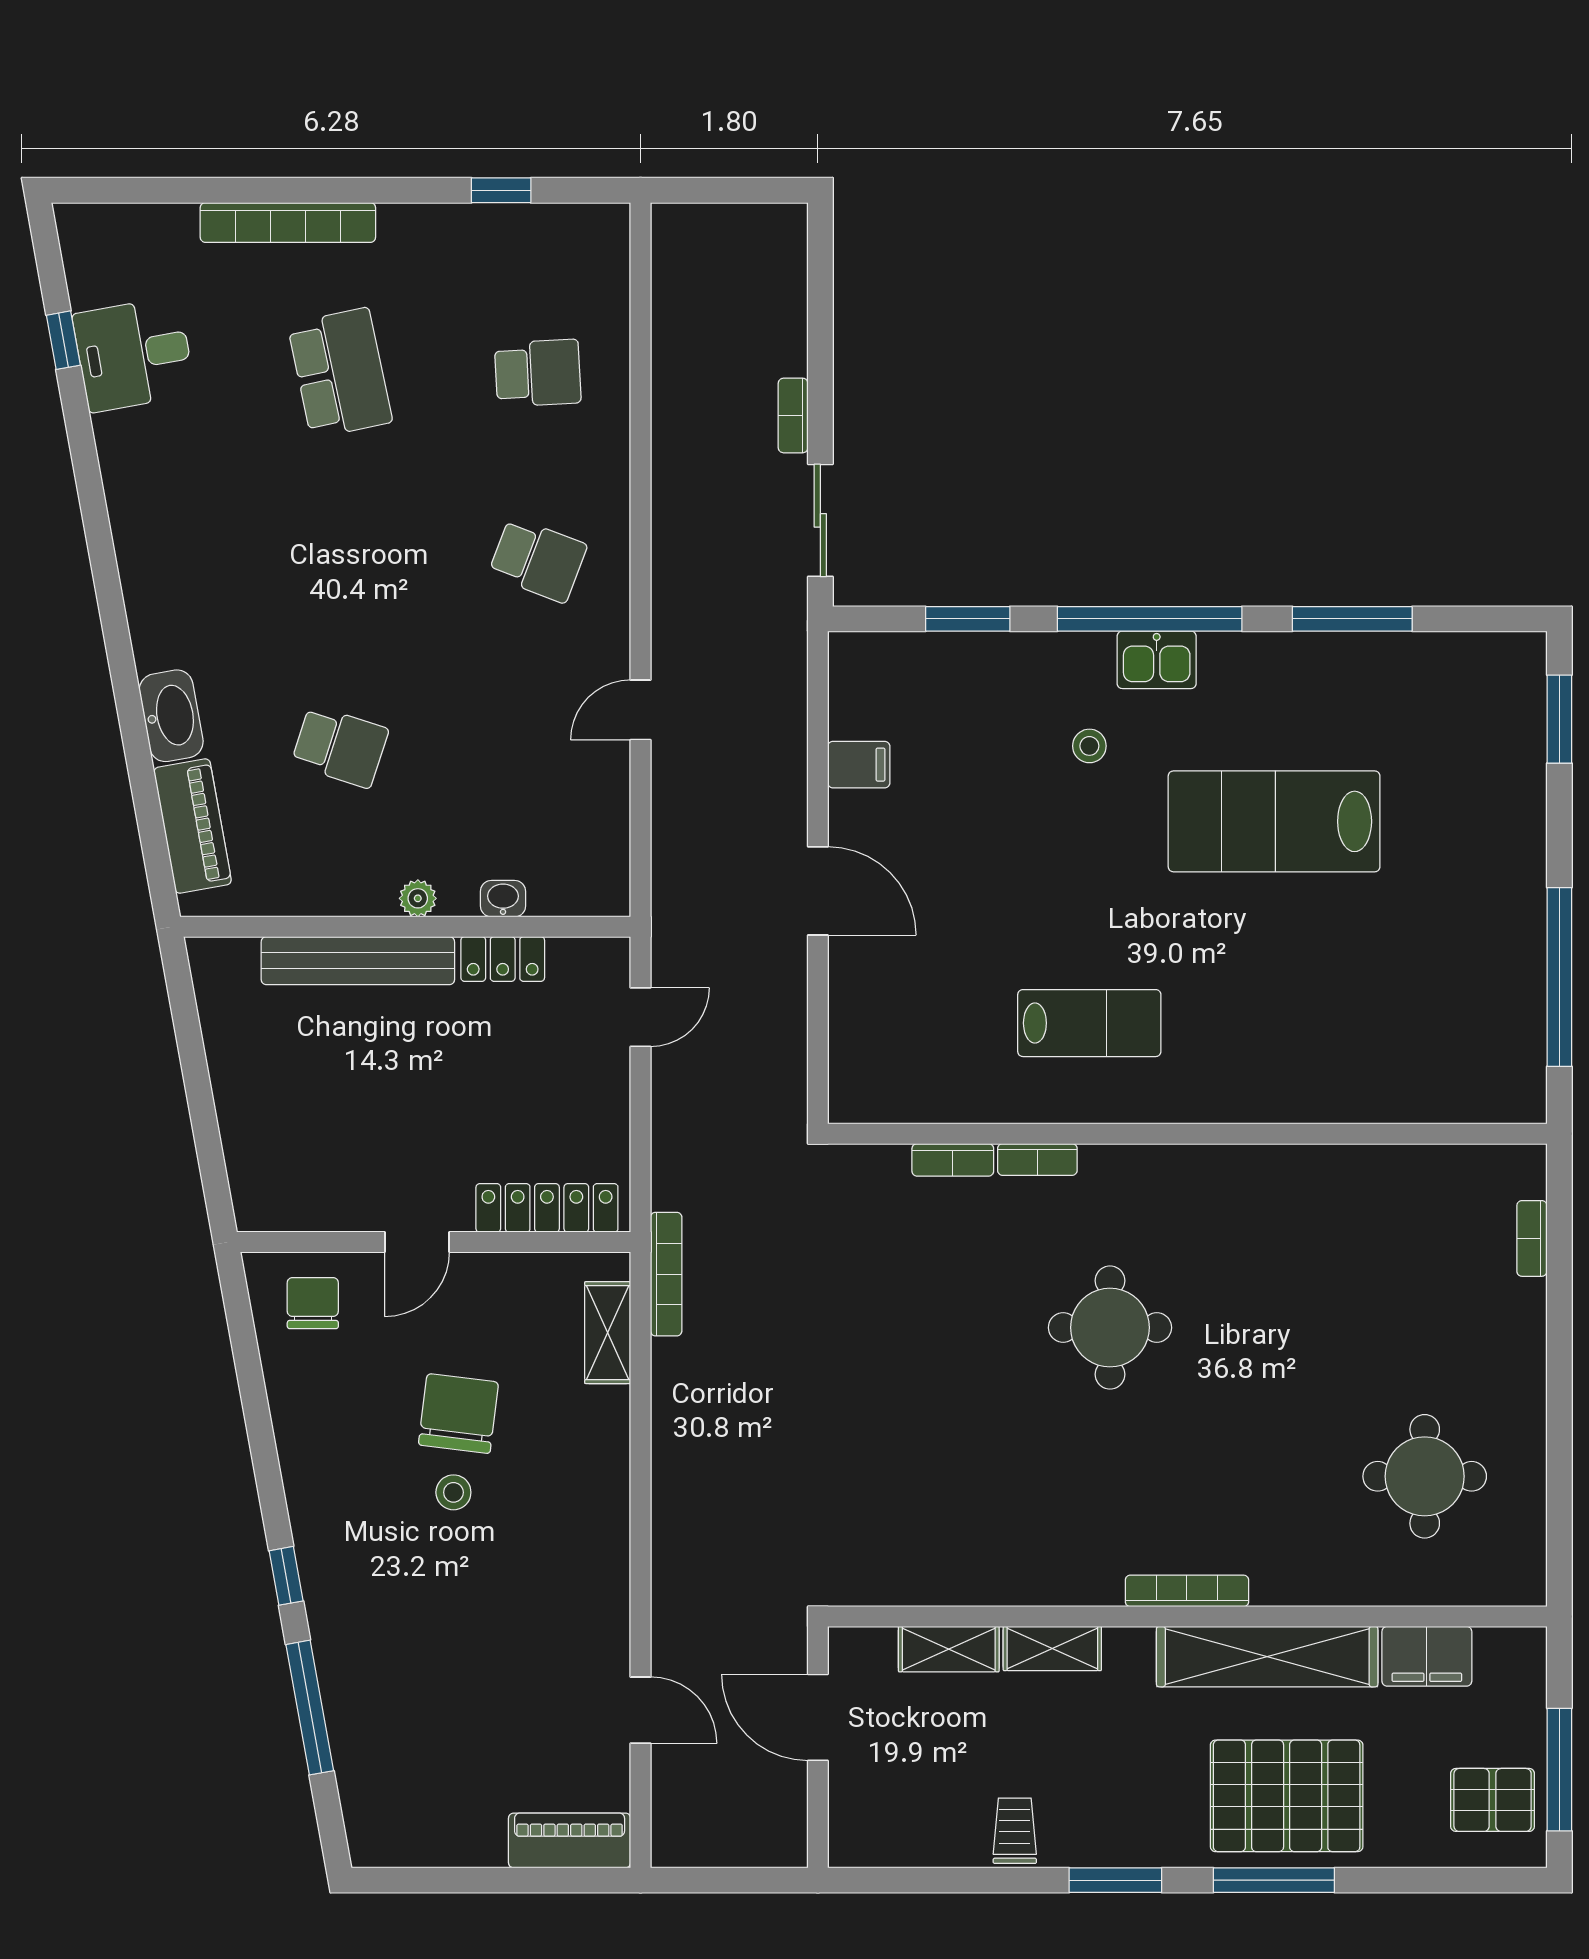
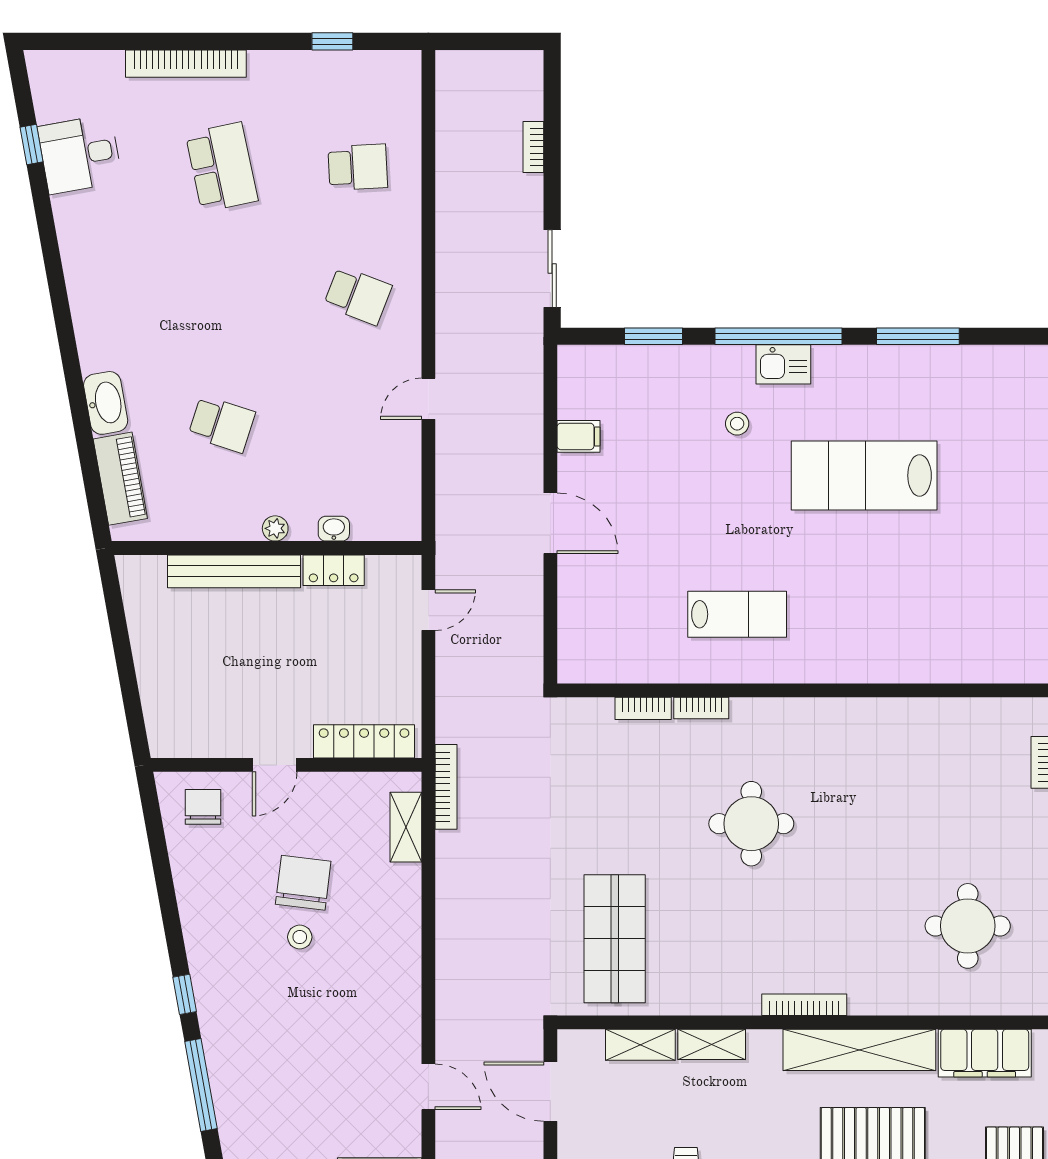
bookcase: (793, 415) -> (533, 147), moved
shop shelf: (911, 1495) -> (615, 939), added
filing cabinet: (1427, 1656) -> (985, 1053), width x1.50, depth x1.17

